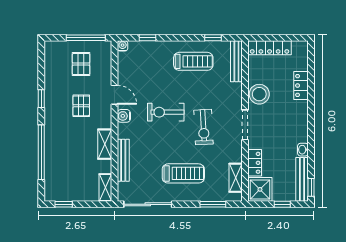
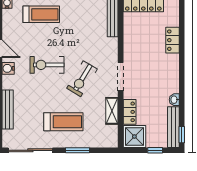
treadmill: (193, 61) -> (41, 14), moved
stool: (259, 94) -> (134, 48), removed
exercise bike: (203, 127) -> (82, 79), turned 34
shelving: (236, 178) -> (112, 111), moved
window: (213, 204) -> (77, 150), moved

